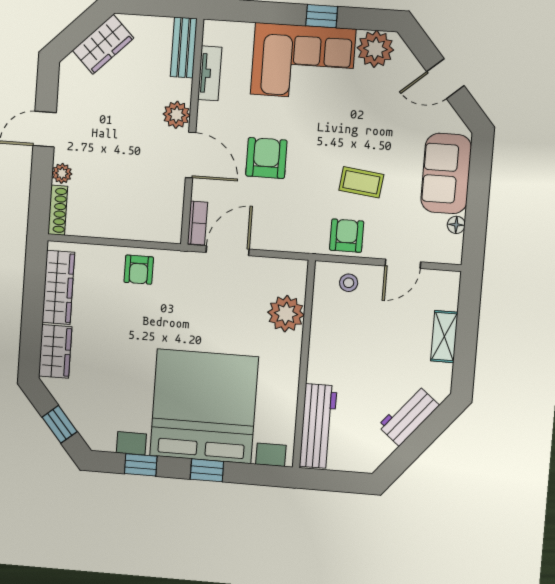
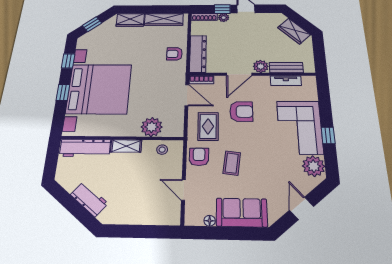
bench: (184, 48) -> (286, 68), moved
window: (42, 175) -> (222, 9), added
rug: (291, 217) -> (208, 126), added
dresser: (141, 227) -> (198, 54), added
armchair: (347, 236) -> (199, 157), turned -90
stool: (349, 283) -> (162, 150), moved
shelving: (444, 337) -> (126, 146), moved

